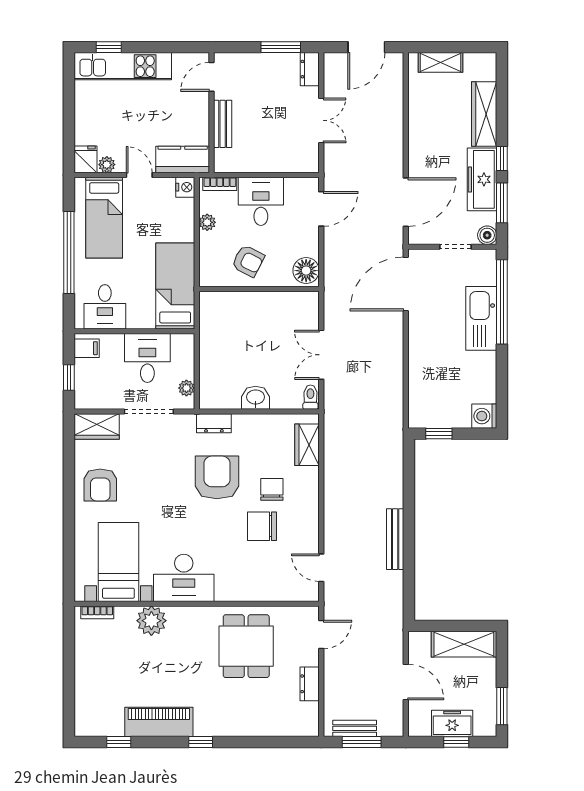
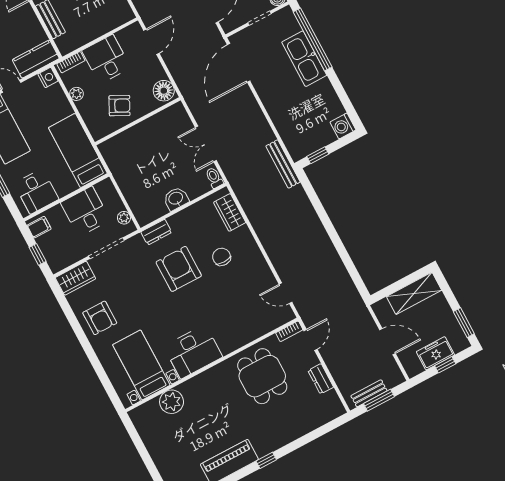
chair: (262, 526) -> (228, 286), removed
bench: (395, 539) -> (283, 164), moved
bookcase: (97, 612) -> (289, 331), moved
plant: (151, 621) -> (172, 402), moved

